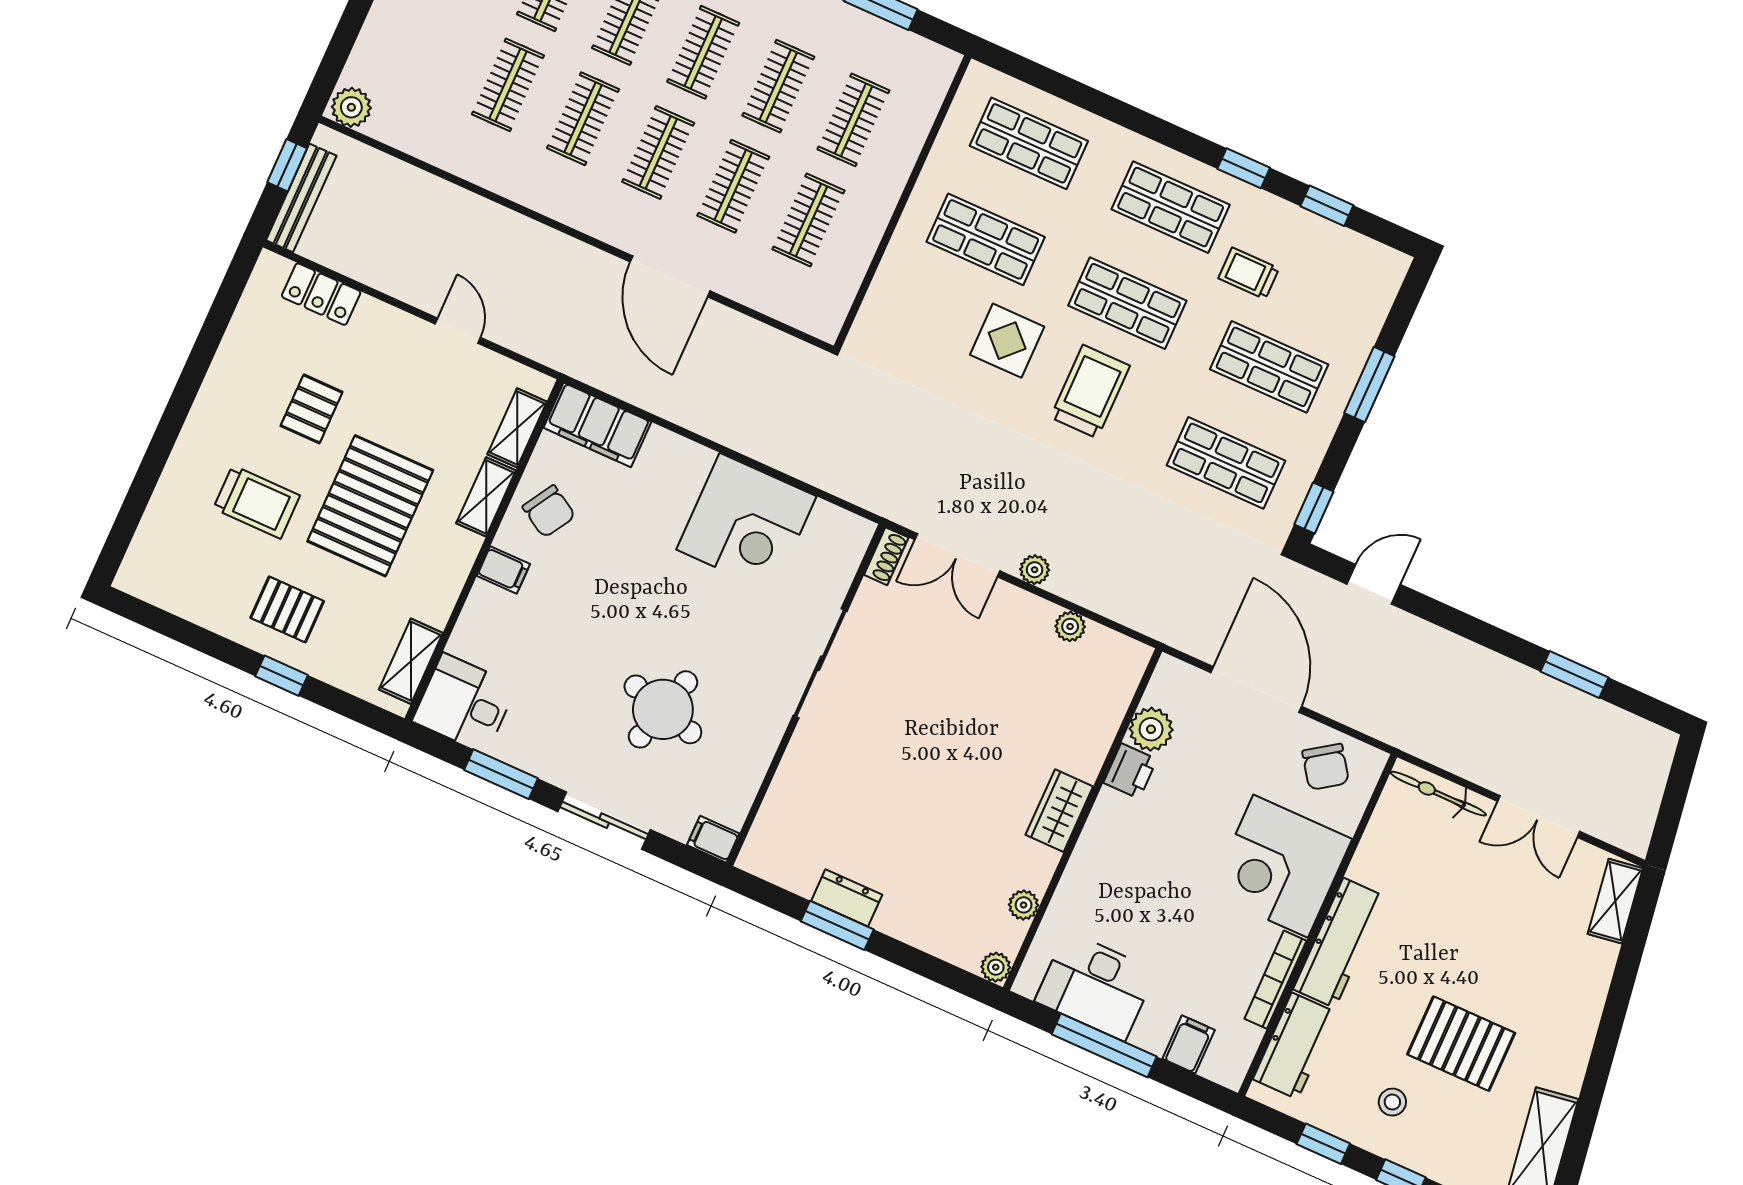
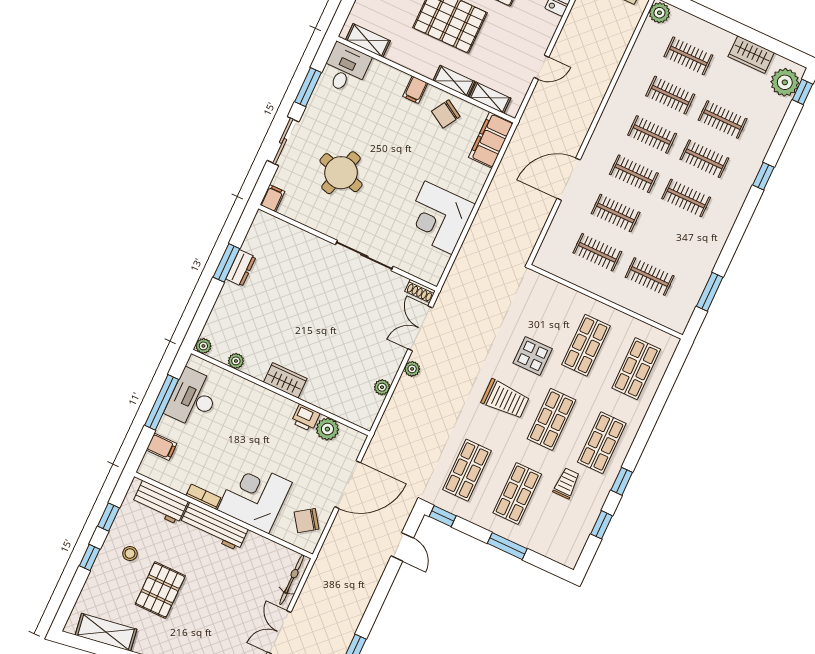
clothes rail: (778, 86) -> (688, 56), moved
bookcase: (1275, 980) -> (203, 497), width x0.64

